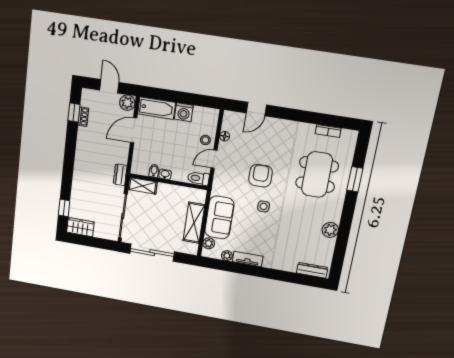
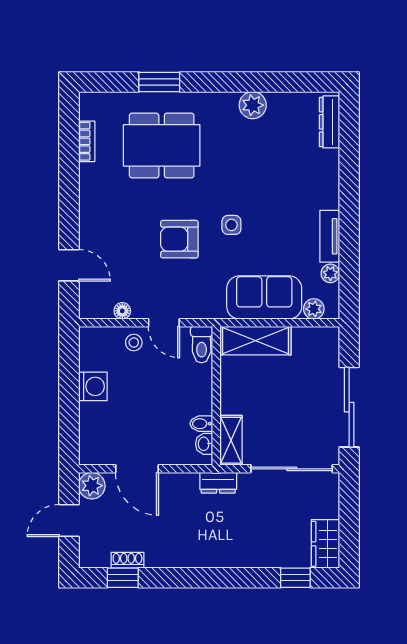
bathtub: (157, 108) -> (93, 434), removed
washbasin: (165, 174) -> (204, 444), moved
shelving: (194, 223) -> (256, 341), moved

